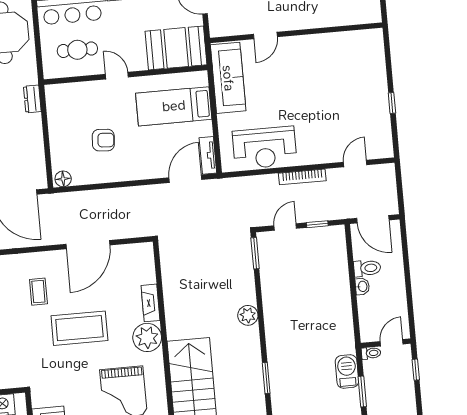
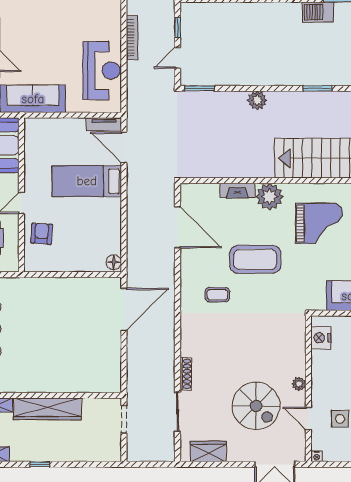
dresser: (32, 99) -> (36, 284), removed
bed: (174, 106) -> (87, 181), moved, turned 90
armchair: (103, 140) -> (42, 234), moved
door: (285, 227) -> (177, 58), hinge flipped
door: (88, 245) -> (177, 227), moved
coffee table: (79, 328) -> (255, 259), turned 90

